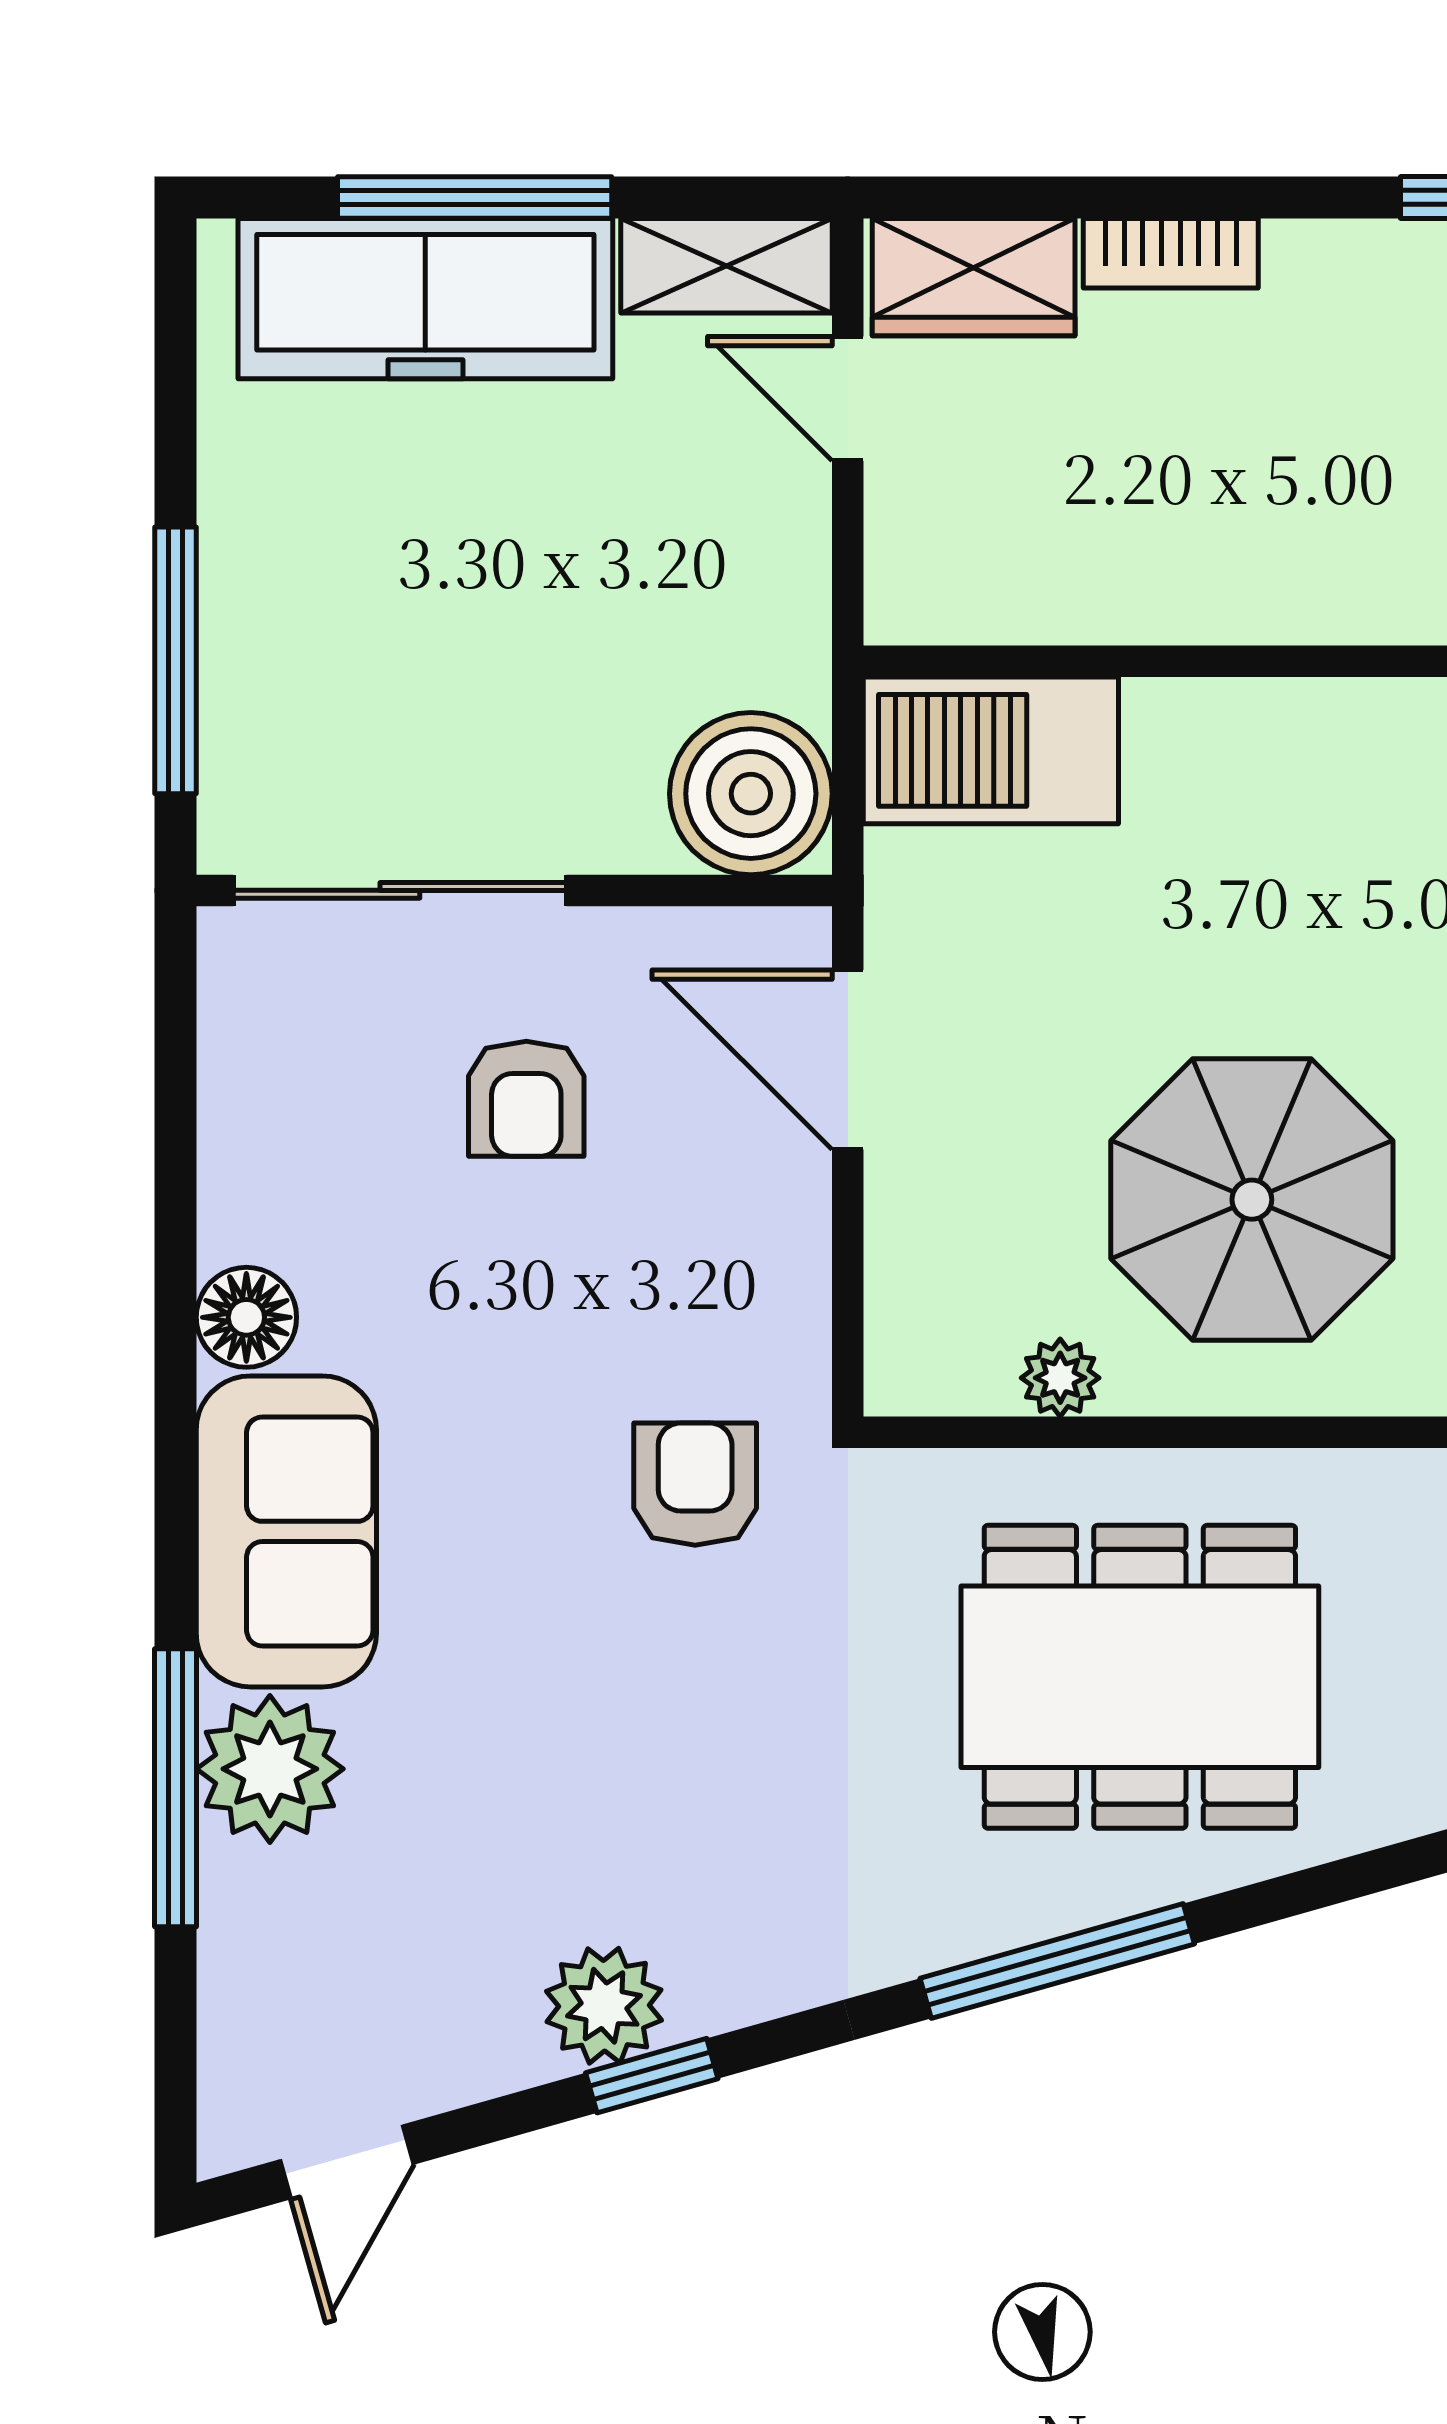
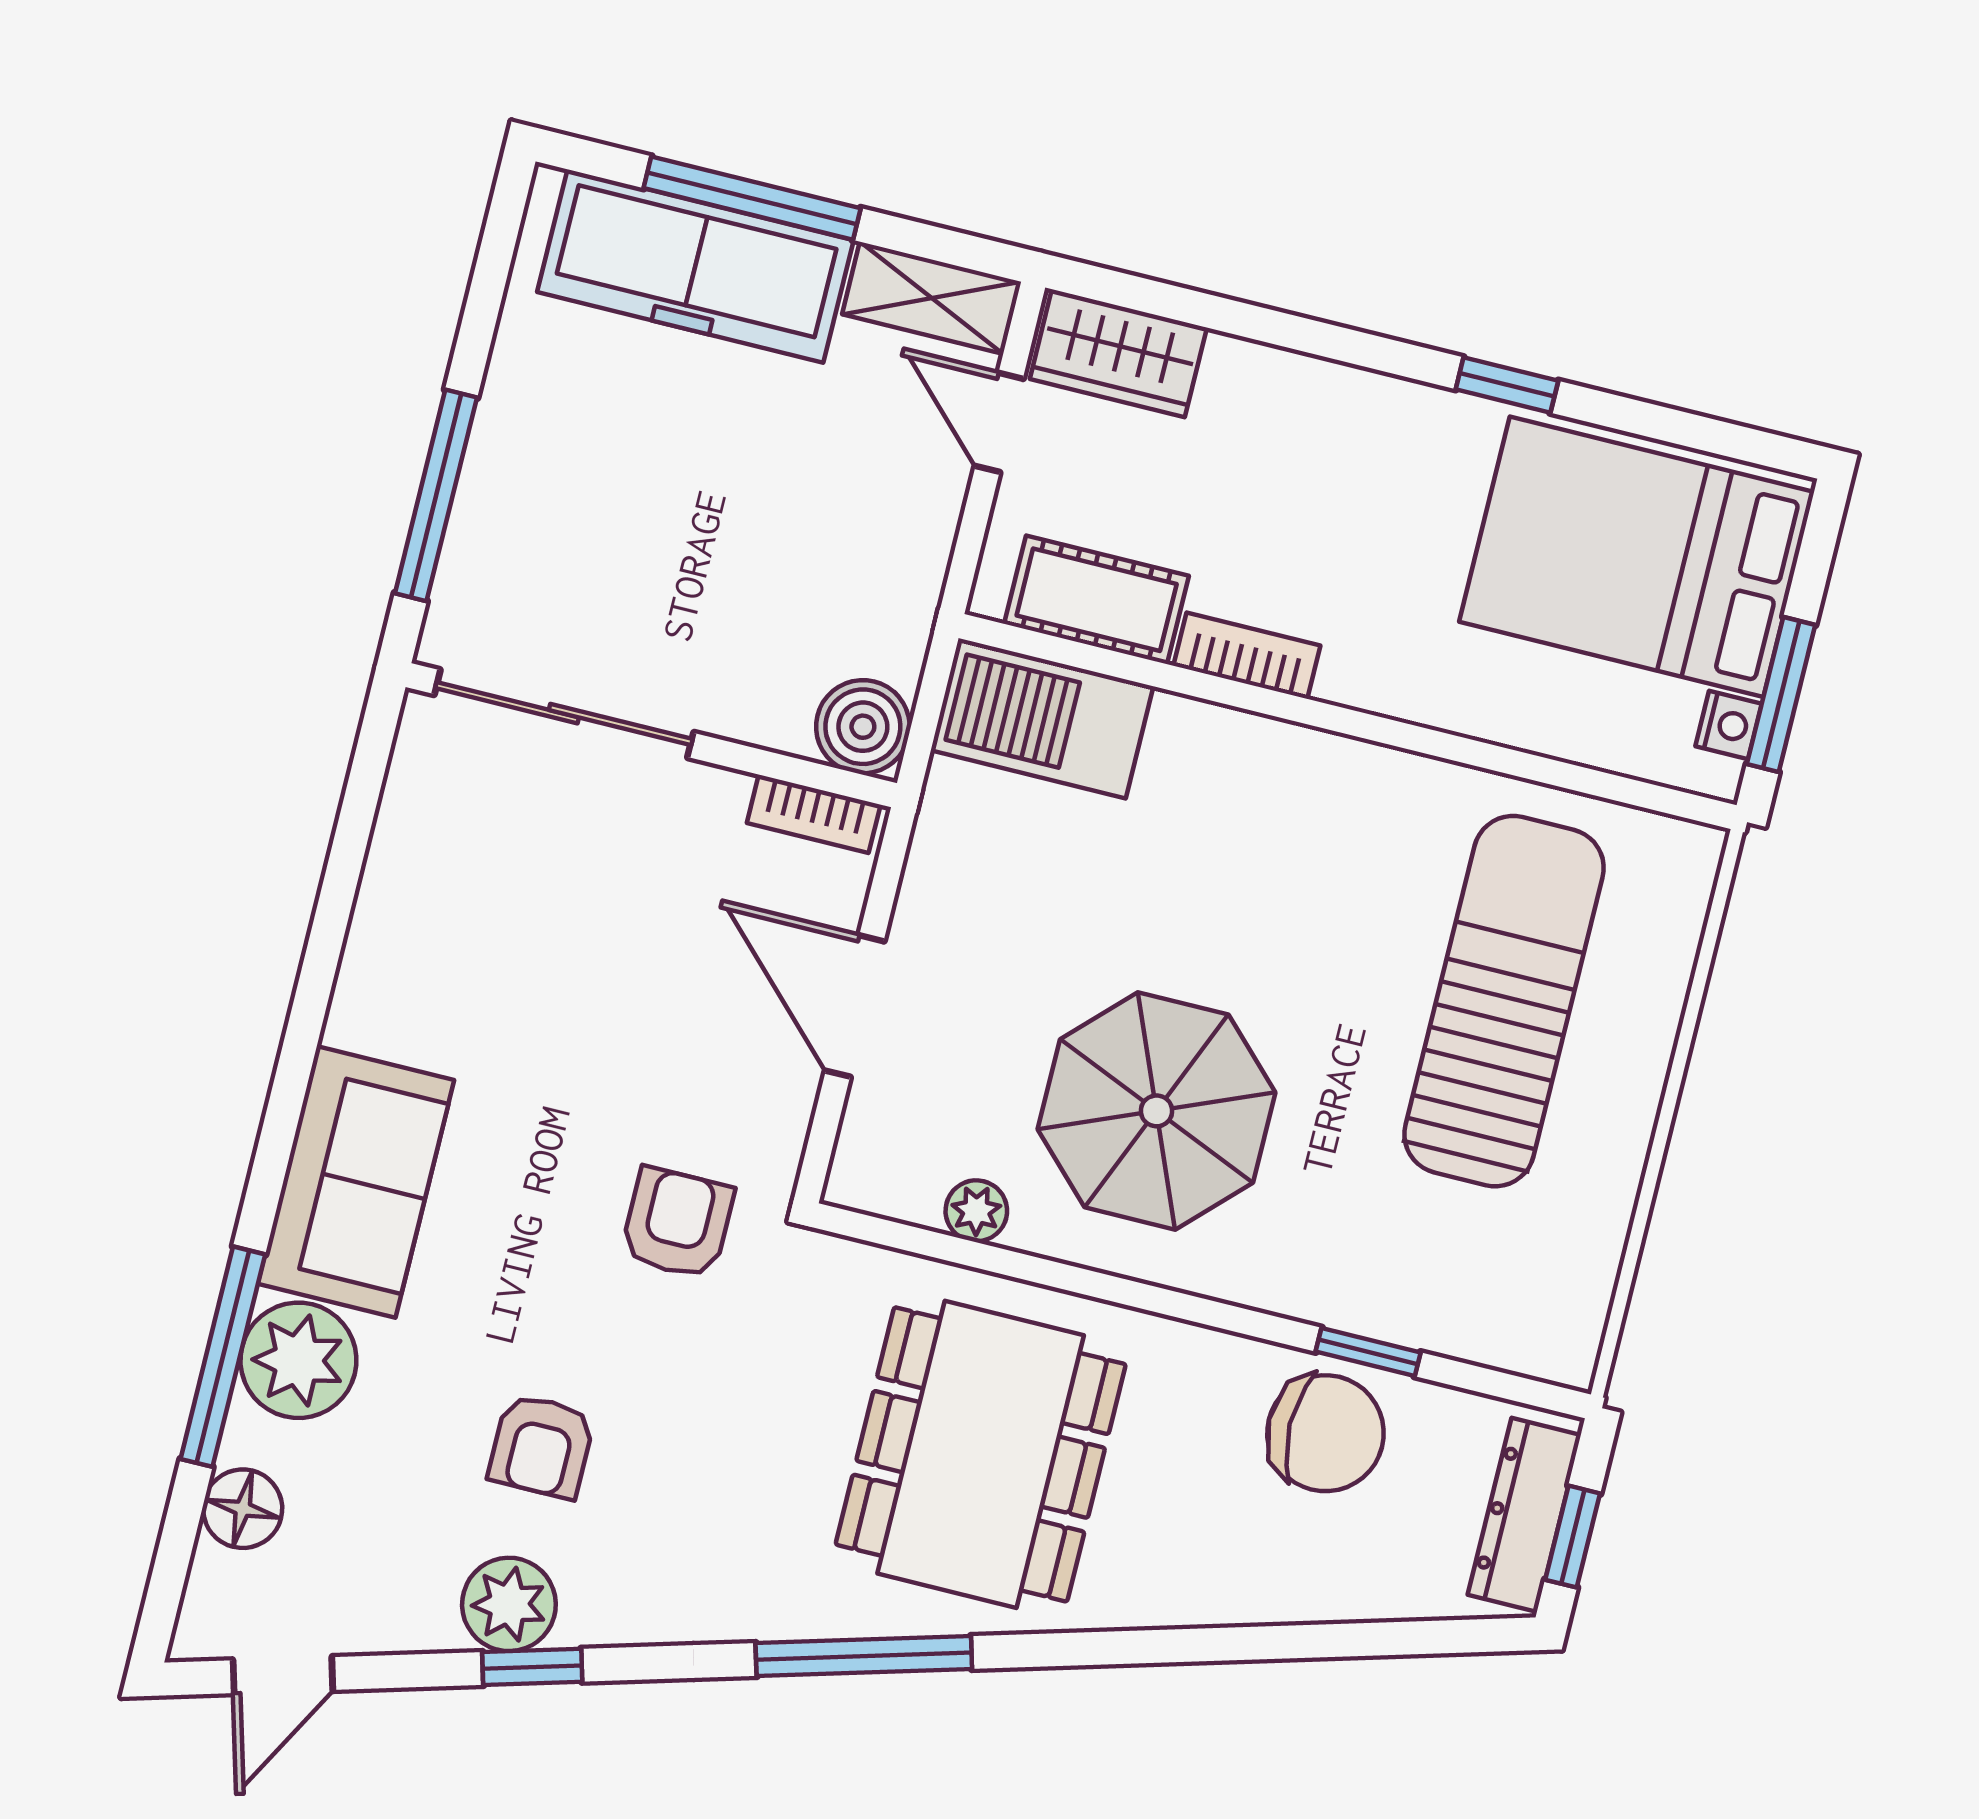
bookcase: (1171, 253) -> (1247, 656), moved, turned 180
cot: (1022, 588) -> (1097, 600), added
boiler: (751, 794) -> (863, 727), width x0.73, depth x0.73
bookcase: (738, 938) -> (814, 814), added
door: (848, 1060) -> (855, 1006), moved
armchair: (526, 1099) -> (542, 1446), moved
floor lamp: (246, 1317) -> (243, 1509), moved
dining table: (1140, 1677) -> (981, 1454), turned 90

